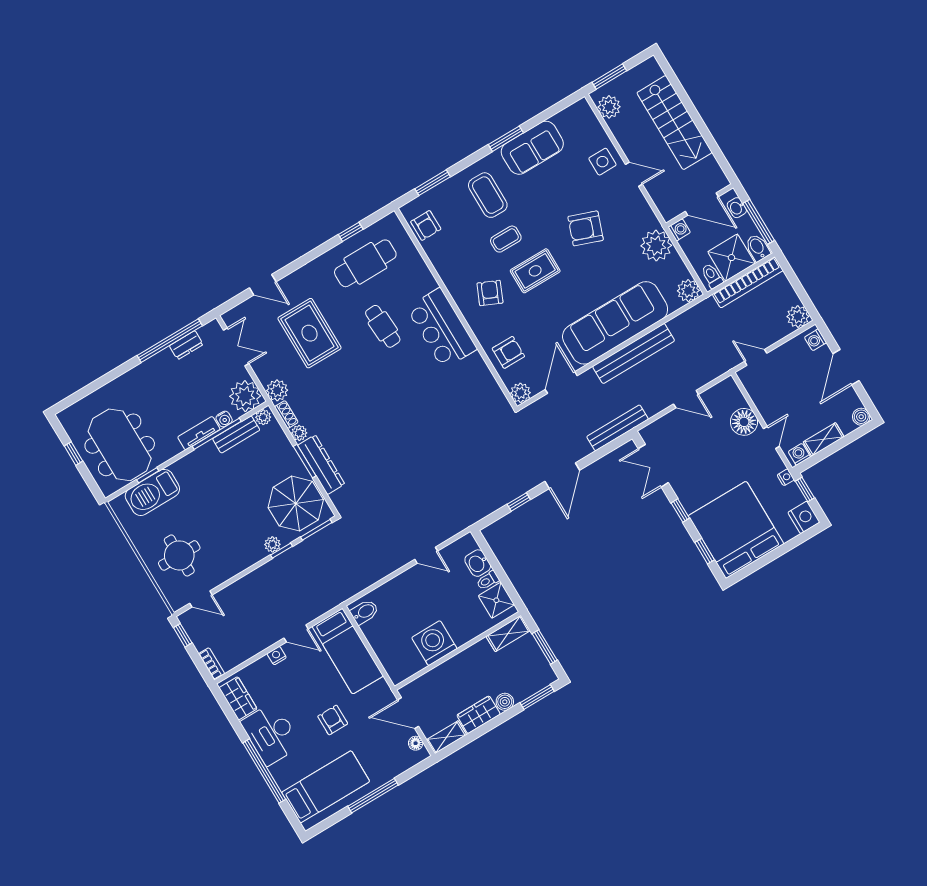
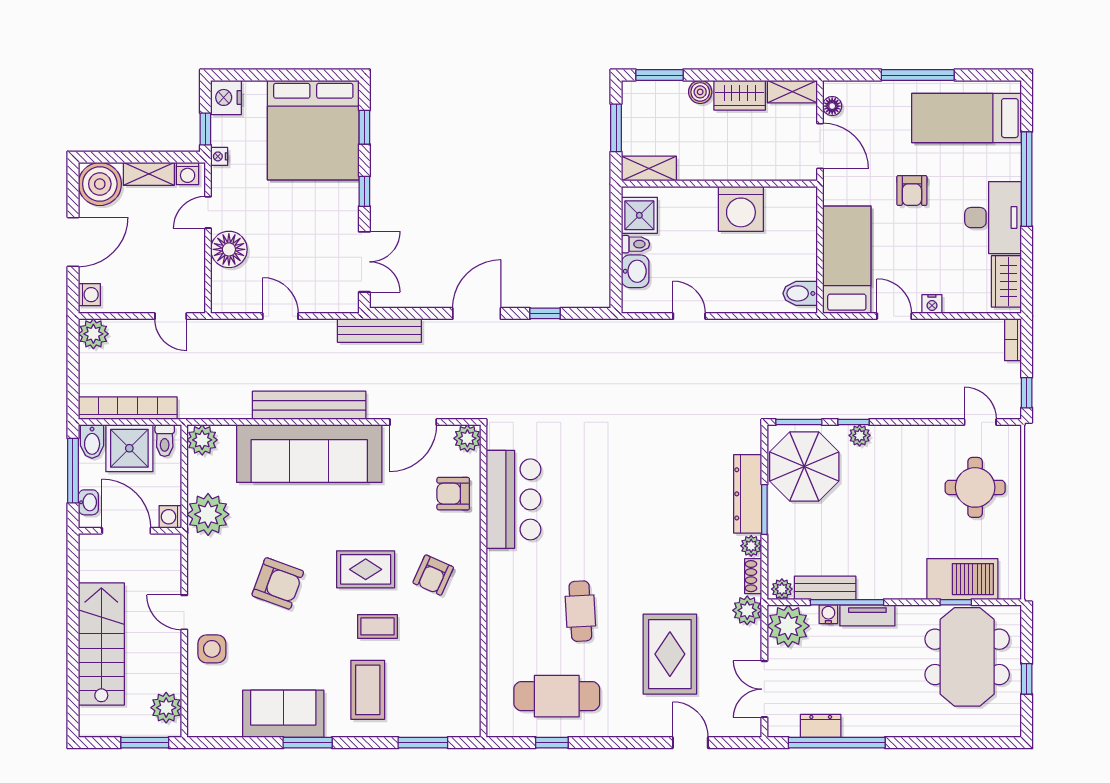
armchair: (426, 225) -> (461, 698), removed
bar counter: (442, 328) -> (513, 499), moved
boiler: (861, 417) -> (100, 184), width x1.86, depth x1.86

